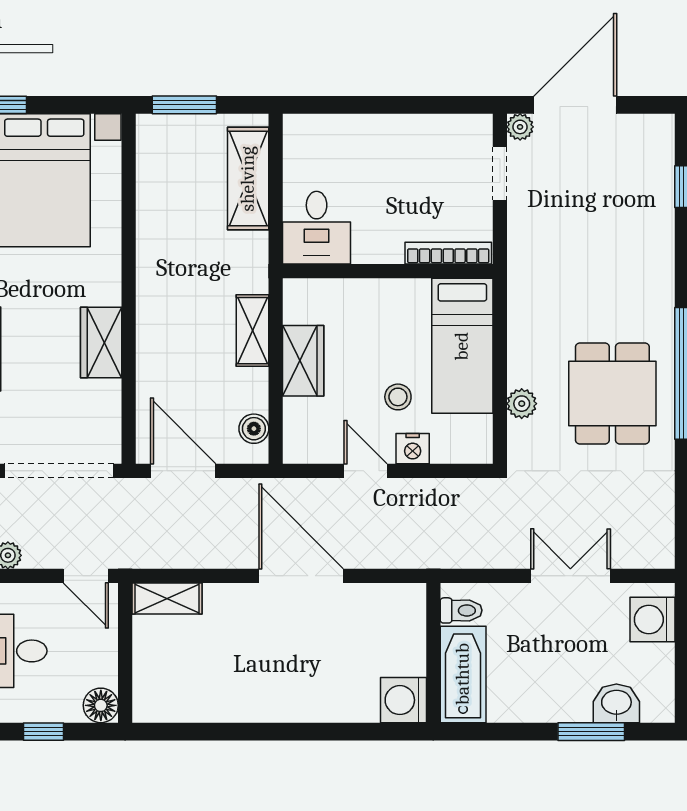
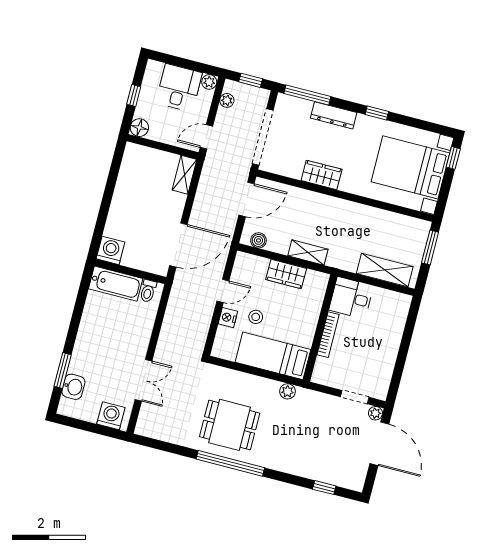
bookcase: (448, 253) -> (328, 335), moved
plant: (522, 404) -> (288, 391), moved
toilet: (461, 610) -> (148, 291), moved
wall: (433, 653) -> (130, 271), moved
bathtub: (463, 674) -> (116, 284), moved
washing machine: (403, 700) -> (110, 250), moved

